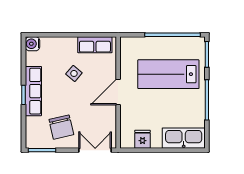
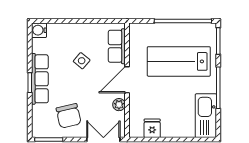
row of seats: (95, 45) -> (117, 46), moved, turned 90
plant: (110, 116) -> (119, 105), added
kitchen sink: (184, 138) -> (206, 116), moved, turned -90

